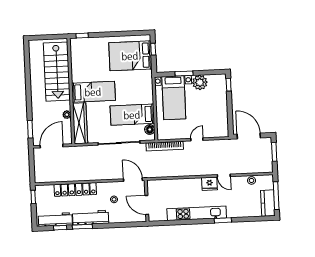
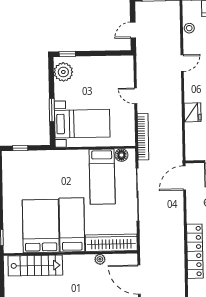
bed: (130, 56) -> (41, 226), moved, turned 180
stairs: (57, 72) -> (35, 265), width x0.73, depth x0.66
plant: (200, 82) -> (63, 72), moved
door: (249, 136) -> (133, 30), width x0.53
fridge: (210, 184) -> (193, 112), moved

